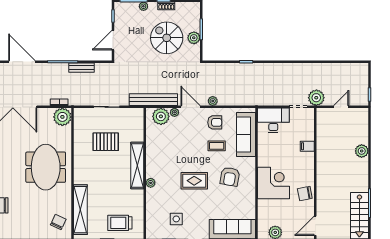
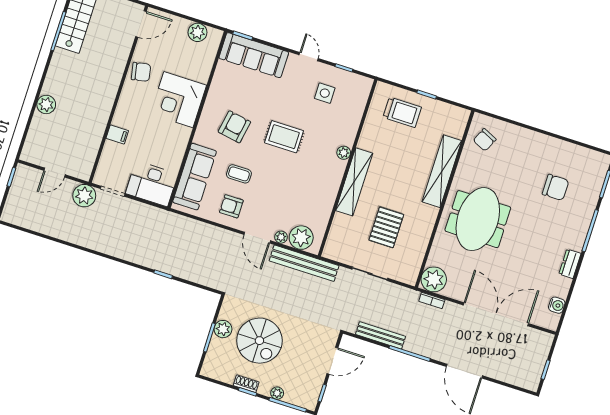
bench: (82, 68) -> (380, 335), width x1.36
plant: (213, 101) -> (225, 236), removed
pallet: (106, 142) -> (386, 227), turned 90
shelving: (80, 210) -> (442, 171), moved

